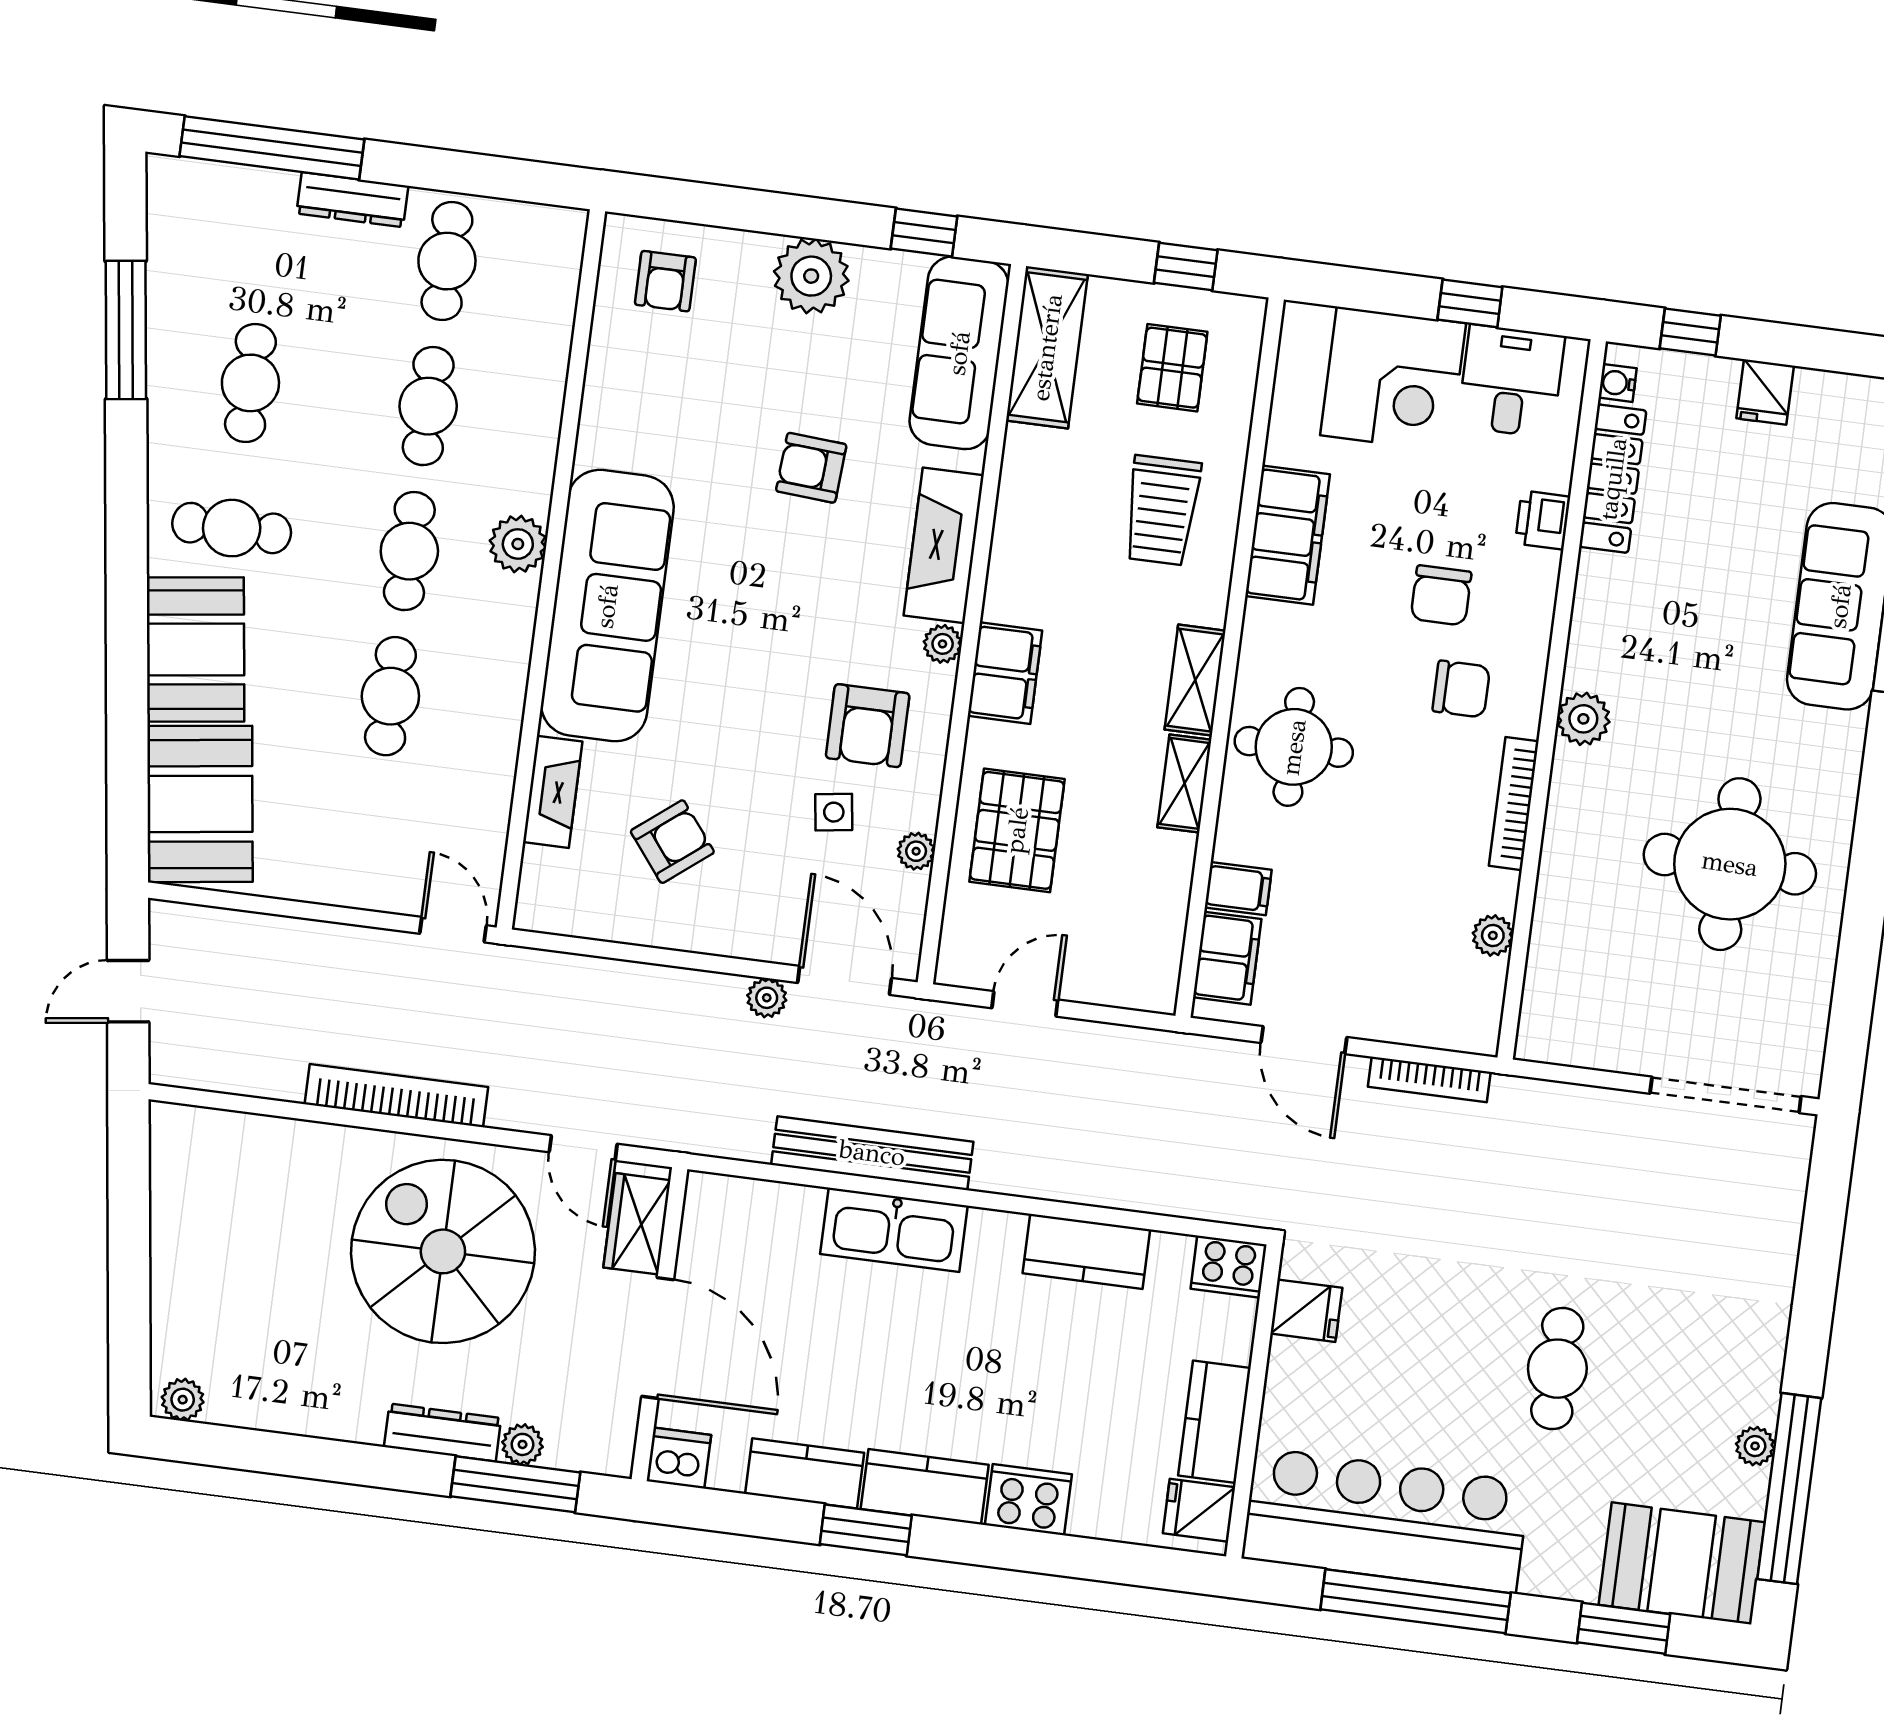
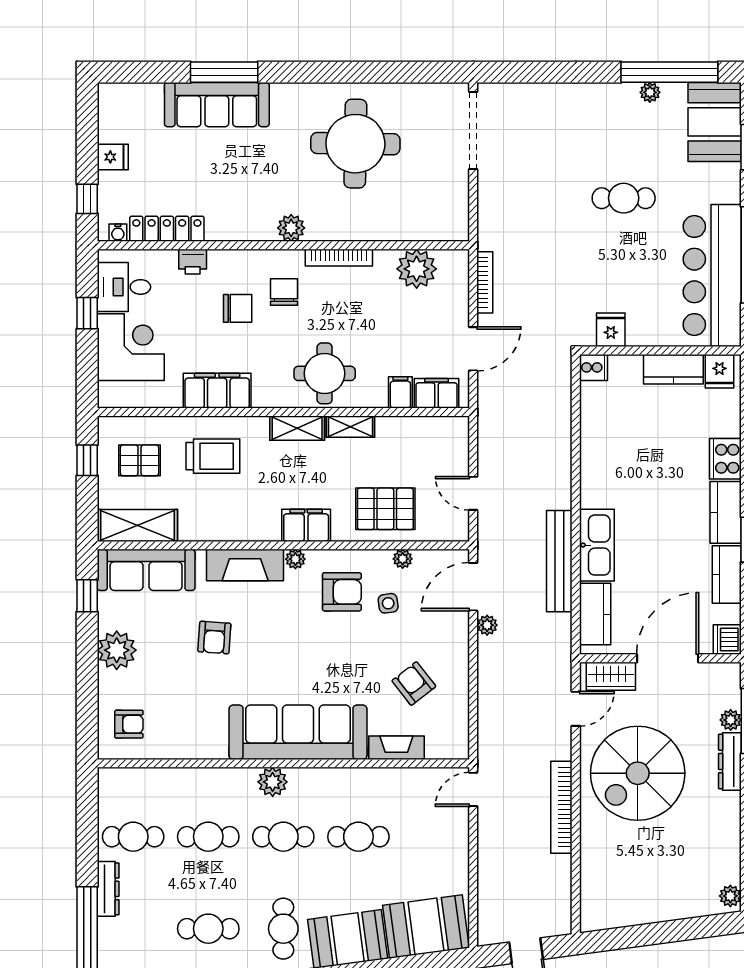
plant: (1493, 936) -> (417, 269), width x1.88, depth x1.88
kitchen counter: (1086, 1251) -> (595, 614), moved
cooker: (1229, 1267) -> (593, 367), width x0.73

